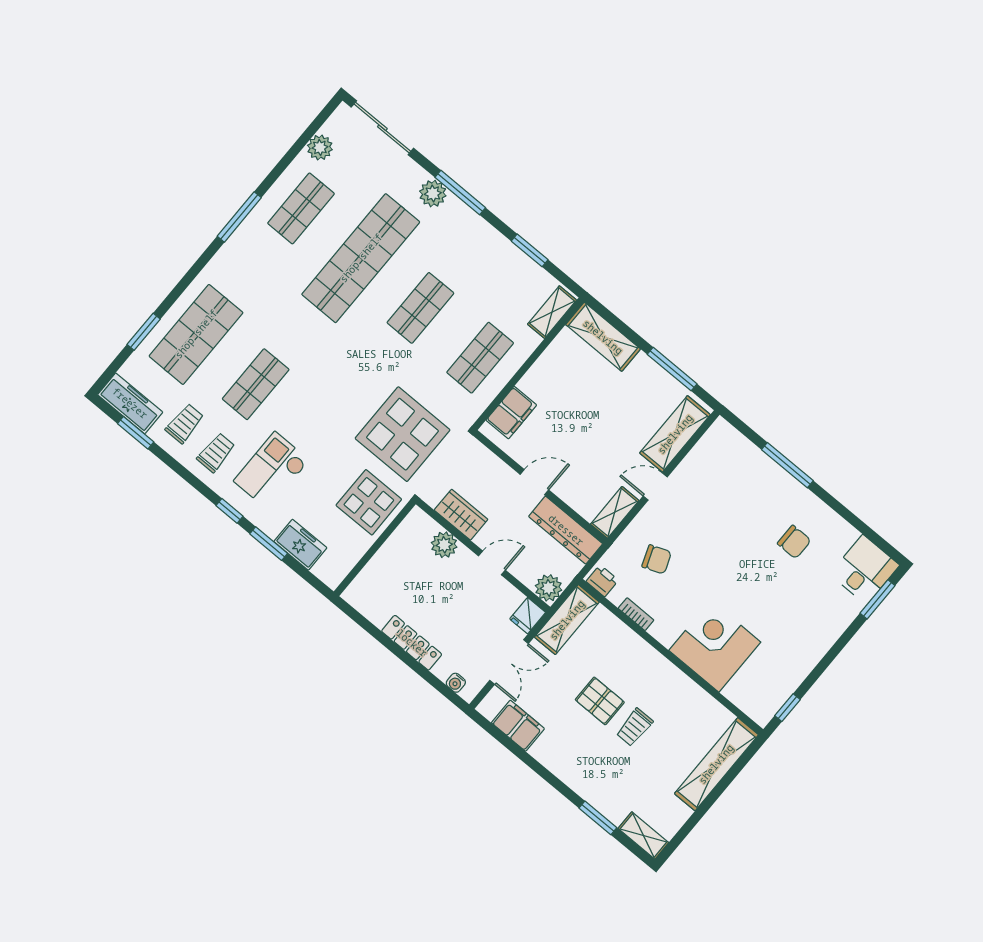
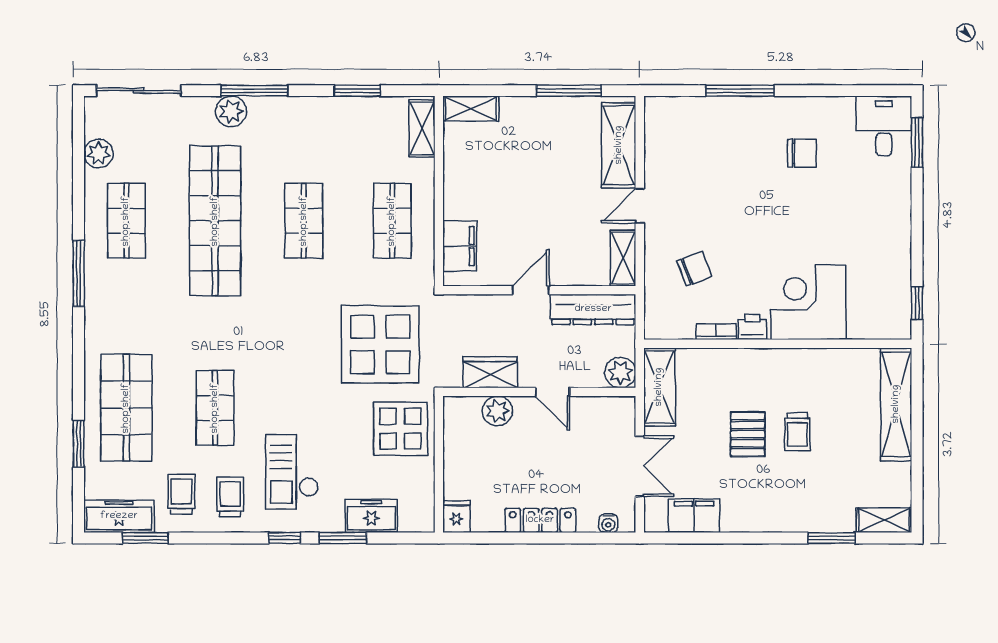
shelving: (603, 337) -> (471, 109), width x0.67, depth x0.75
door: (492, 563) -> (553, 392), swing flipped
printer: (602, 581) -> (752, 327), moved
fridge: (528, 616) -> (456, 516), moved, turned 180
pallet: (600, 701) -> (748, 434), turned 90

